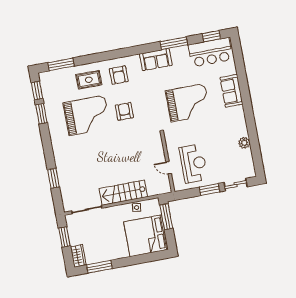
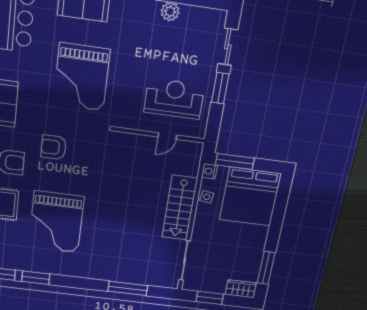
grand piano: (188, 103) -> (82, 77), turned 180
armchair: (124, 111) -> (54, 147), moved
grand piano: (87, 115) -> (56, 222), turned 180
window: (53, 178) -> (128, 288), width x1.44
nightstand: (154, 203) -> (209, 171), added

